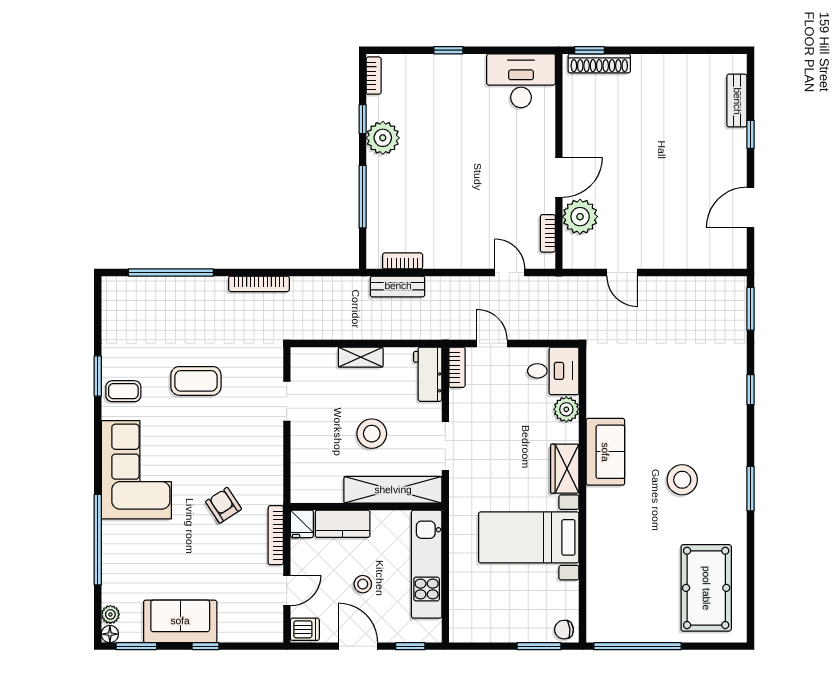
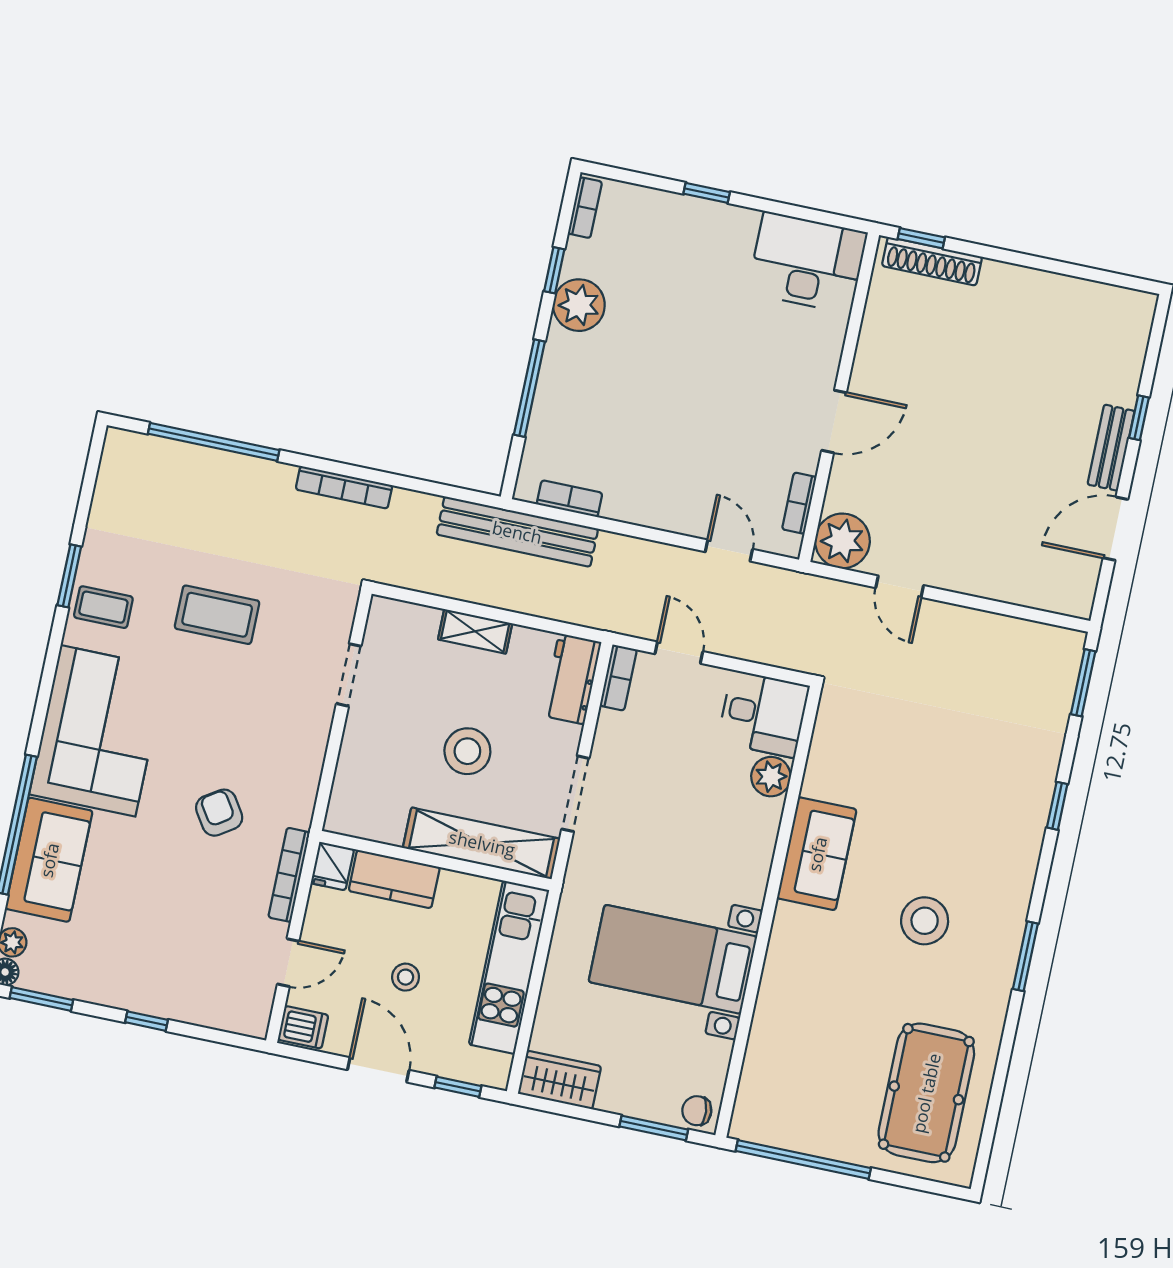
bench: (737, 101) -> (1111, 448), moved
plant: (580, 217) -> (842, 541), moved
bench: (398, 286) -> (517, 532), width x1.86, depth x1.21
wardrobe: (565, 469) -> (560, 1080), moved, turned 90
sofa: (180, 621) -> (49, 860), moved, turned 90

